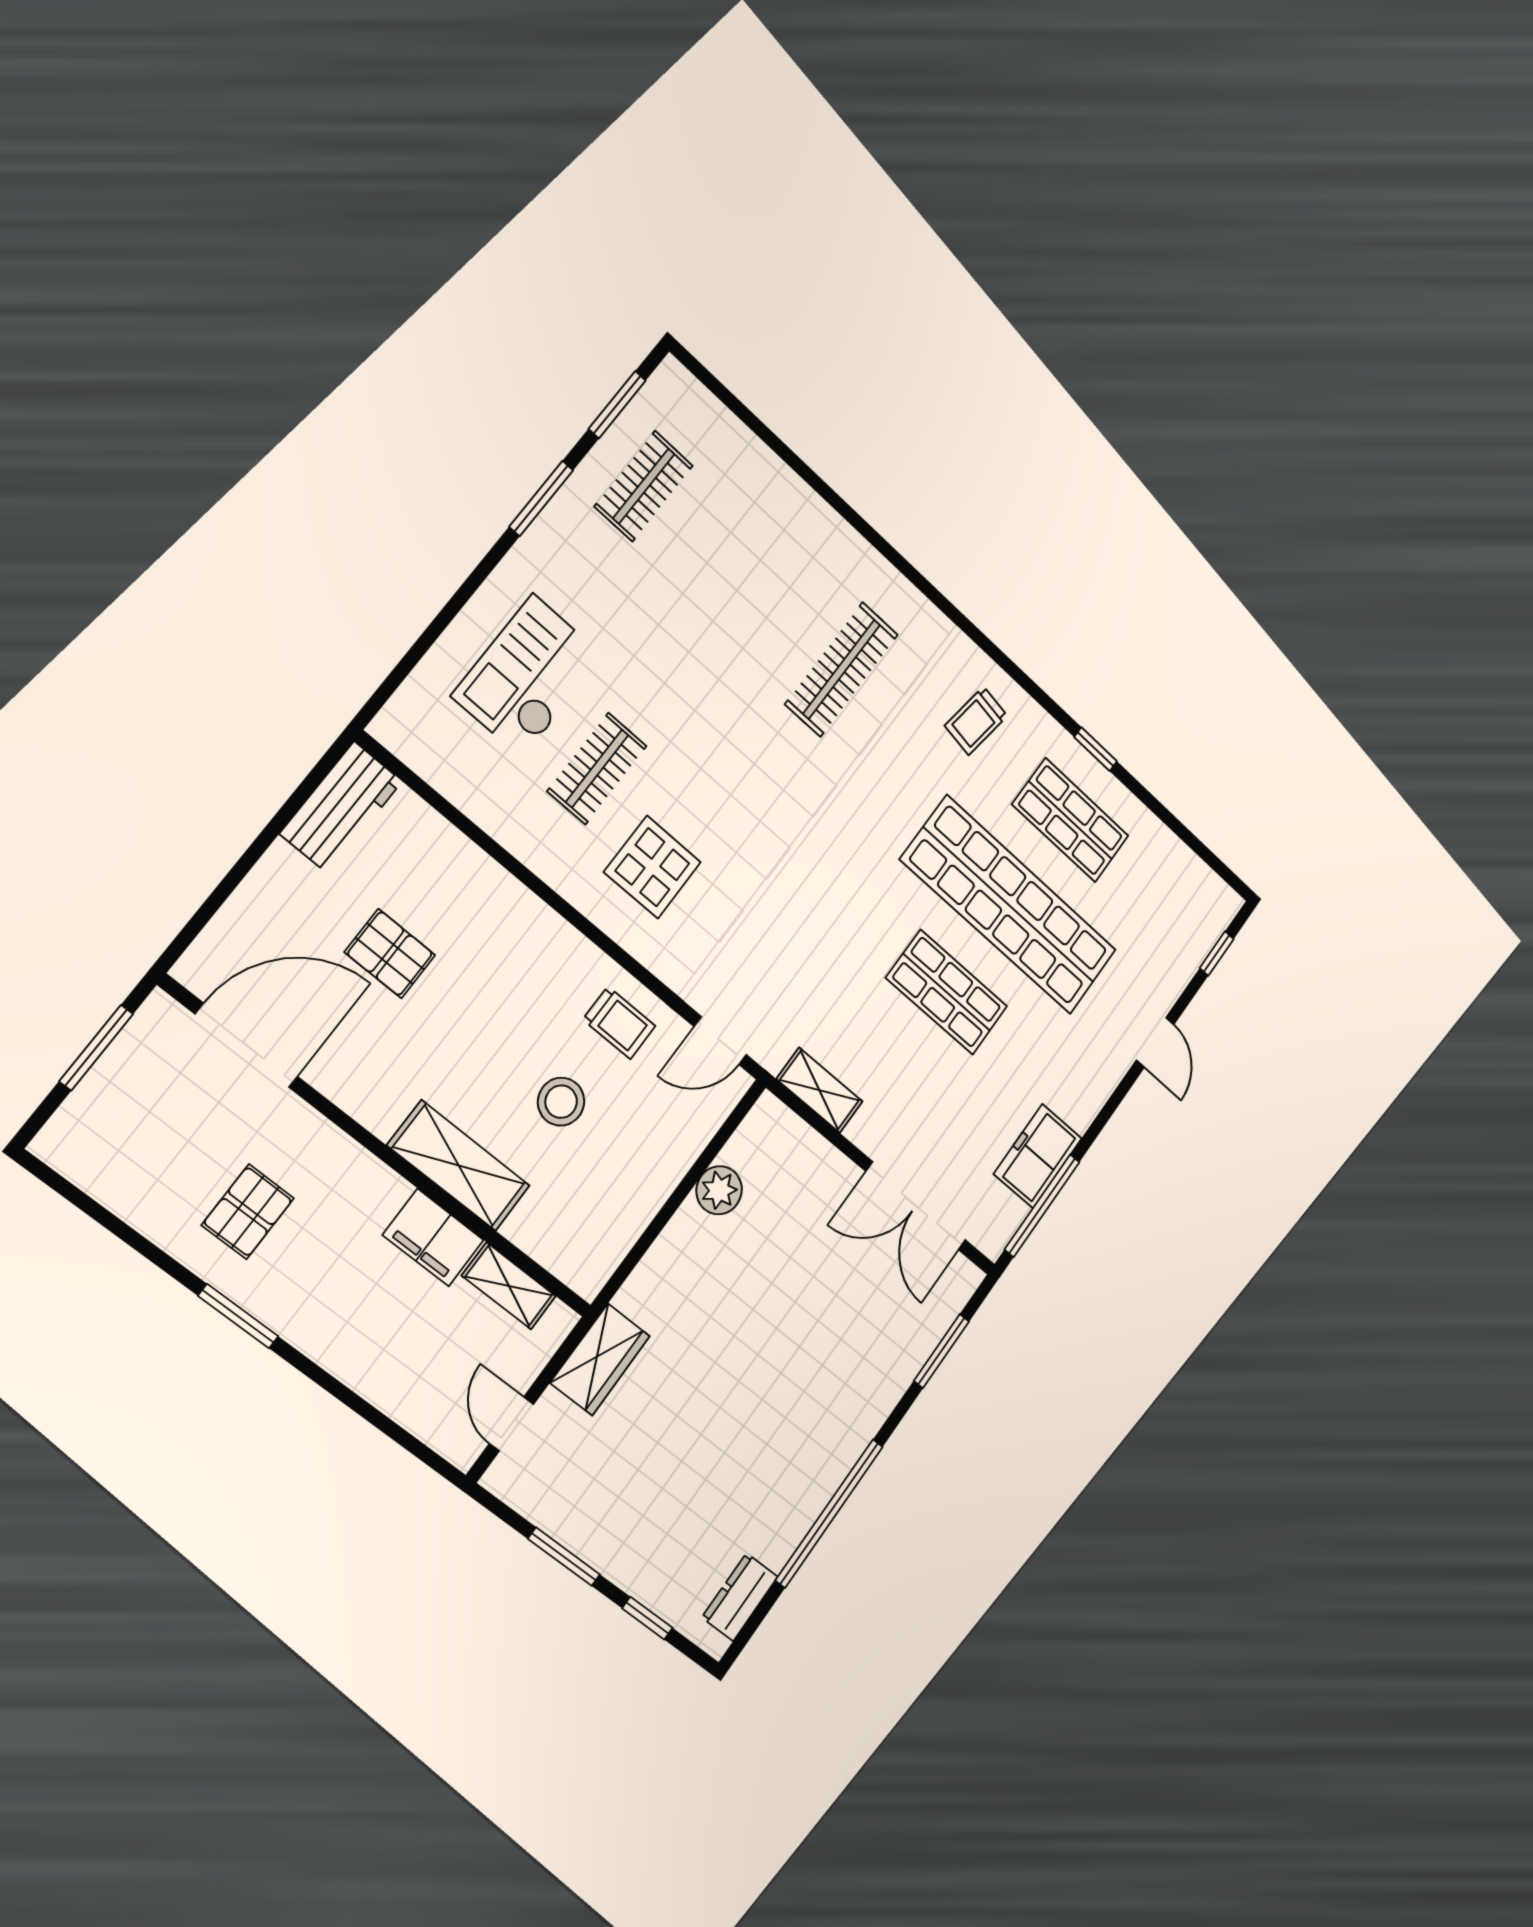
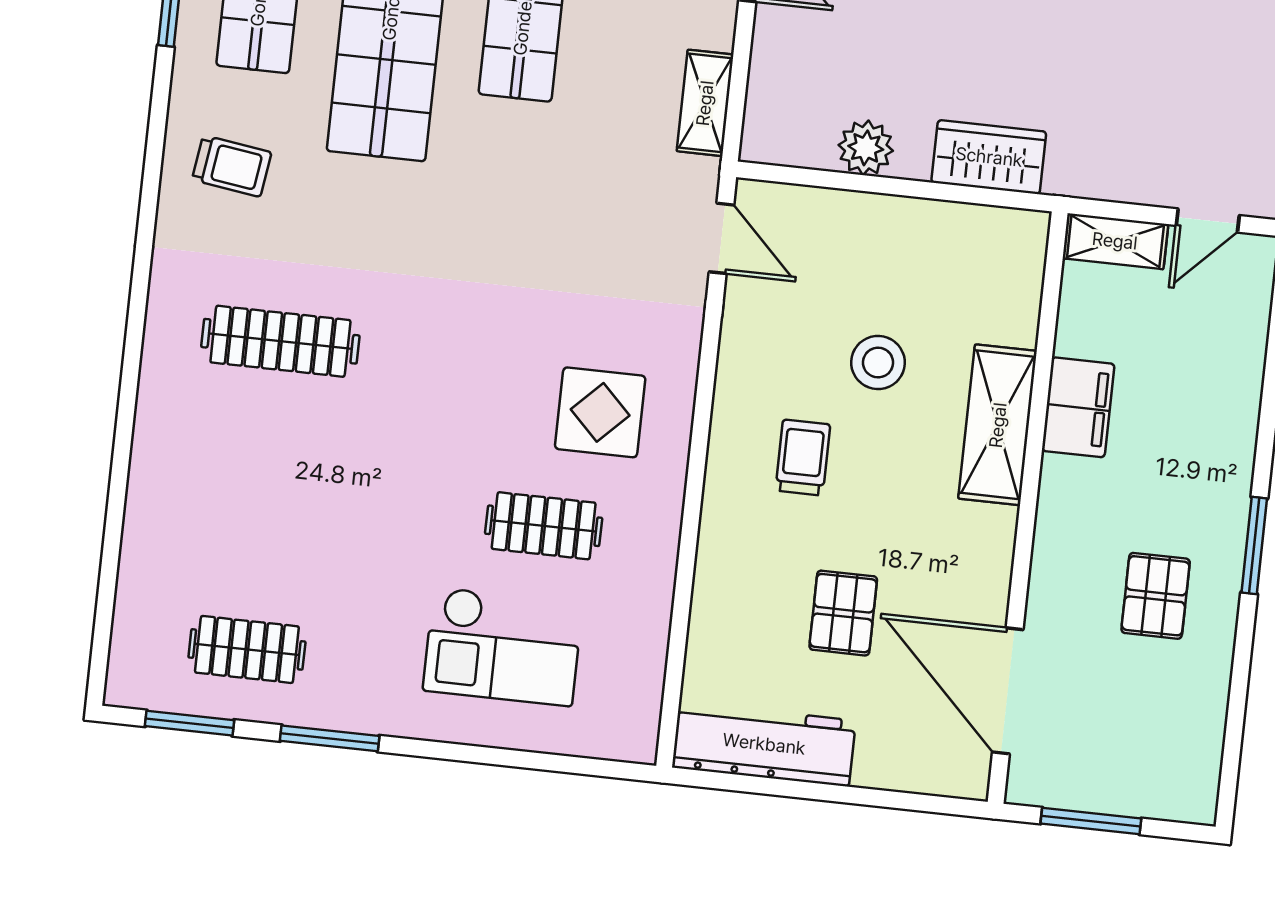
workbench: (341, 807) -> (764, 744), width x1.38
trolley: (619, 1023) -> (803, 457), moved
pallet: (248, 1212) -> (1156, 596), turned 90
shelving: (509, 1286) -> (1115, 241), moved, turned 90
wardrobe: (600, 1359) -> (989, 157), moved

